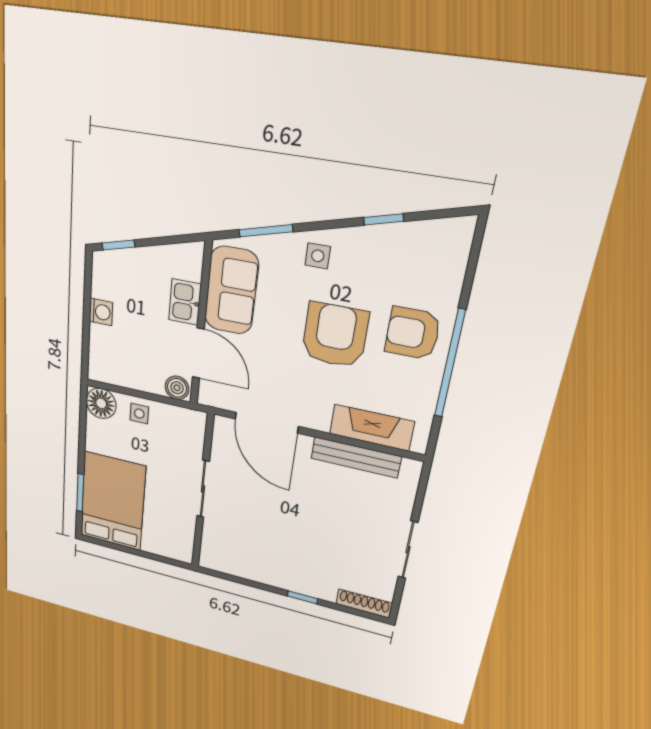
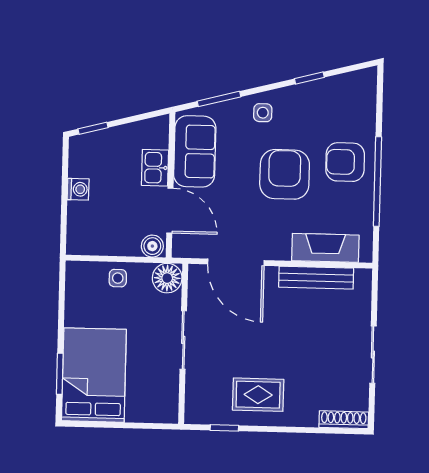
floor lamp: (101, 403) -> (167, 278), moved
rug: (276, 558) -> (258, 395), added
window: (302, 597) -> (224, 428), moved

